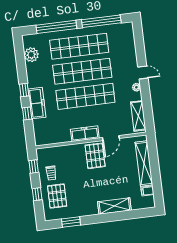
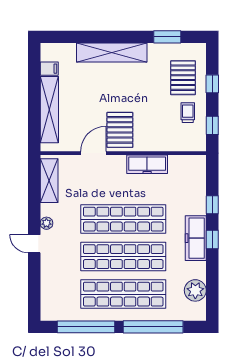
freezer: (37, 103) -> (196, 238), moved
freezer: (85, 134) -> (147, 164), moved
shelving: (114, 206) -> (112, 52), width x1.47

